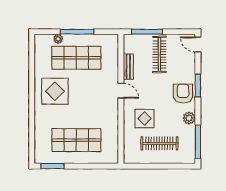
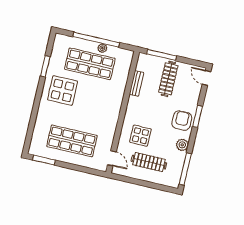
window: (77, 32) -> (96, 40), width x1.46
plant: (58, 39) -> (102, 48), moved
window: (32, 71) -> (45, 66), added
door: (121, 91) -> (112, 158), moved

